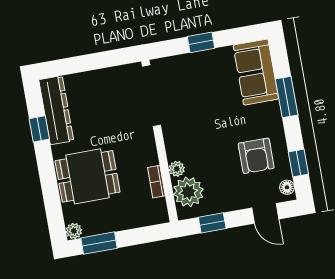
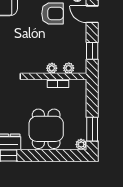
plant: (188, 192) -> (69, 68), width x0.53, depth x0.53
door: (265, 213) -> (92, 14), swing flipped

